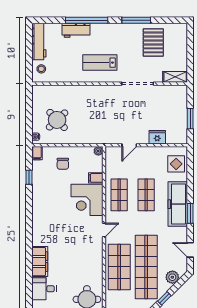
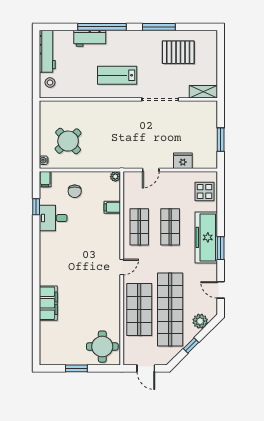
pallet: (153, 42) -> (178, 52), turned 90
corner desk: (87, 200) -> (102, 233), removed
desk: (44, 289) -> (53, 218), moved

